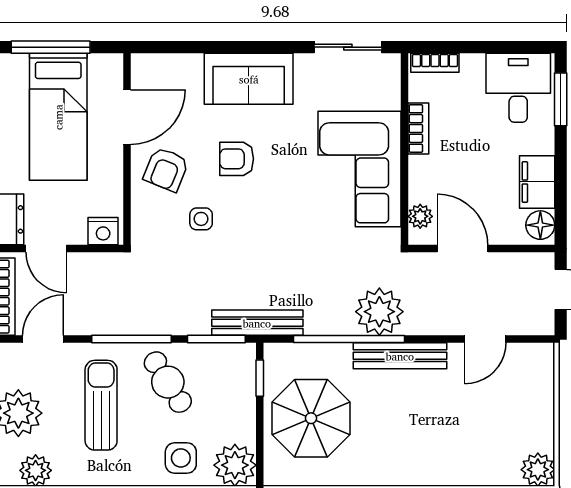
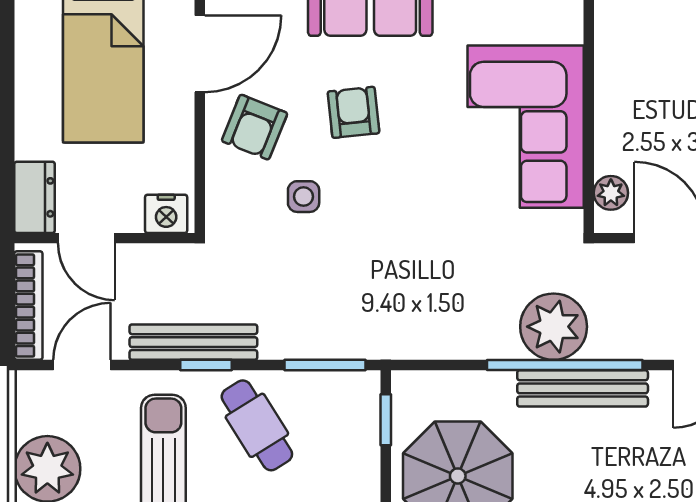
bookcase: (418, 128) -> (608, 70), removed
armchair: (237, 159) -> (353, 112), turned 84
bench: (257, 323) -> (193, 342), moved
window: (132, 339) -> (206, 365), width x0.46
window: (349, 339) -> (565, 365), moved

